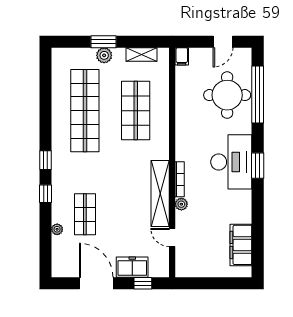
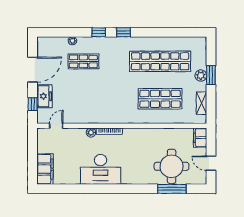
filing cabinet: (182, 56) -> (200, 138), width x2.00
window: (258, 95) -> (172, 189), width x0.68
desk: (231, 162) -> (101, 169), moved
window: (258, 166) -> (119, 189), removed
shelving: (160, 194) -> (99, 117), removed
door: (172, 237) -> (56, 126), moved
filing cabinet: (241, 245) -> (45, 169), moved, turned 90

